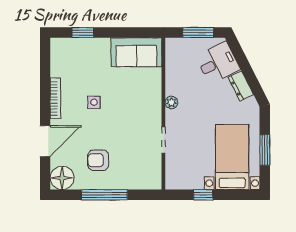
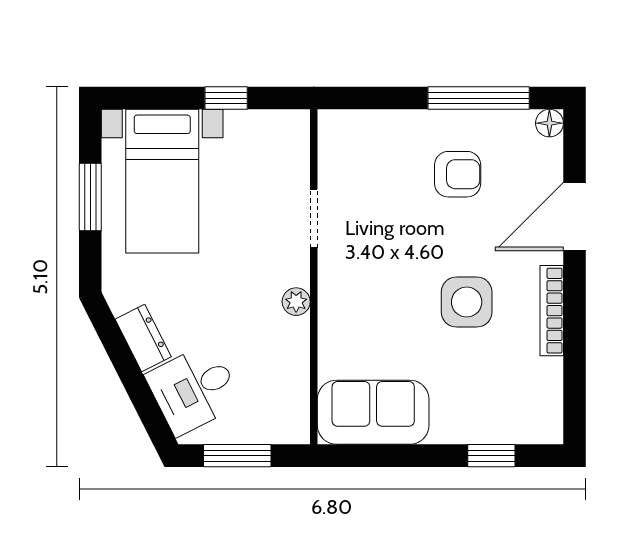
side table: (94, 102) -> (467, 302), width x1.87, depth x1.87
floor lamp: (62, 178) -> (549, 123), width x0.53, depth x0.53
window: (104, 195) -> (479, 98), moved

